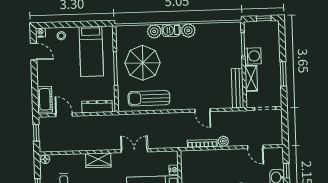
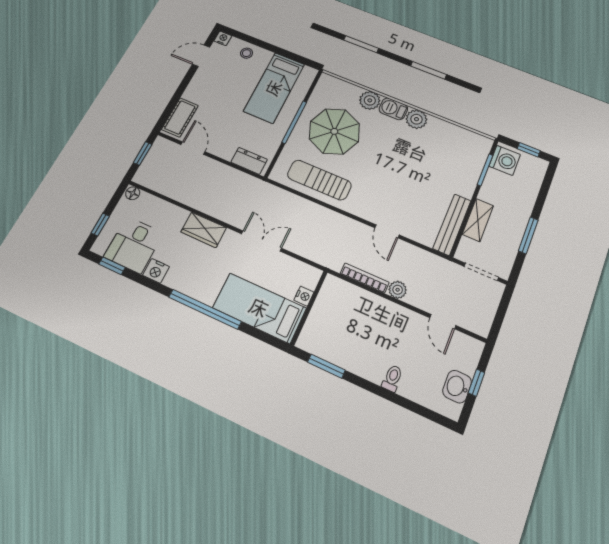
door: (34, 52) -> (201, 56), swing flipped
washing machine: (253, 56) -> (505, 160), moved
dresser: (97, 107) -> (249, 161), width x0.70

